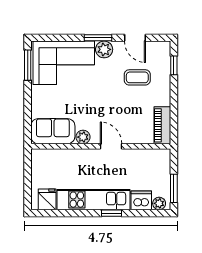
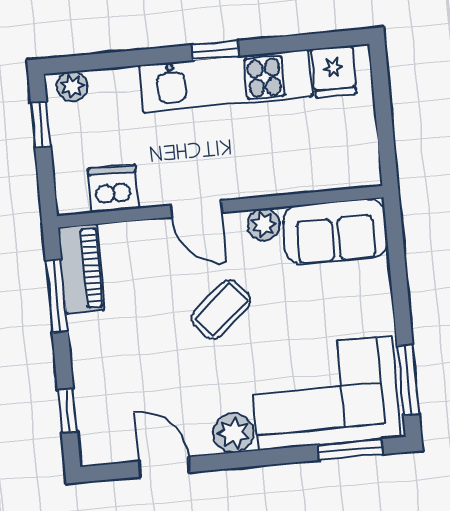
window: (98, 38) -> (351, 450), moved
coffee table: (137, 77) -> (221, 309), moved, turned -41
window: (174, 115) -> (57, 296), added
window: (174, 188) -> (41, 124), width x0.67
dishwasher: (141, 200) -> (113, 189), moved, turned 180
window: (112, 213) -> (215, 50), moved

